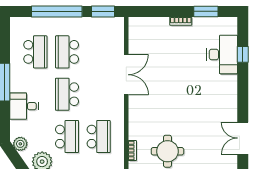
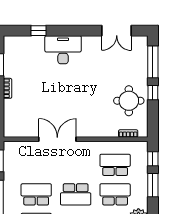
school desk: (67, 52) -> (36, 194), turned 180
desk: (222, 54) -> (63, 50), moved

